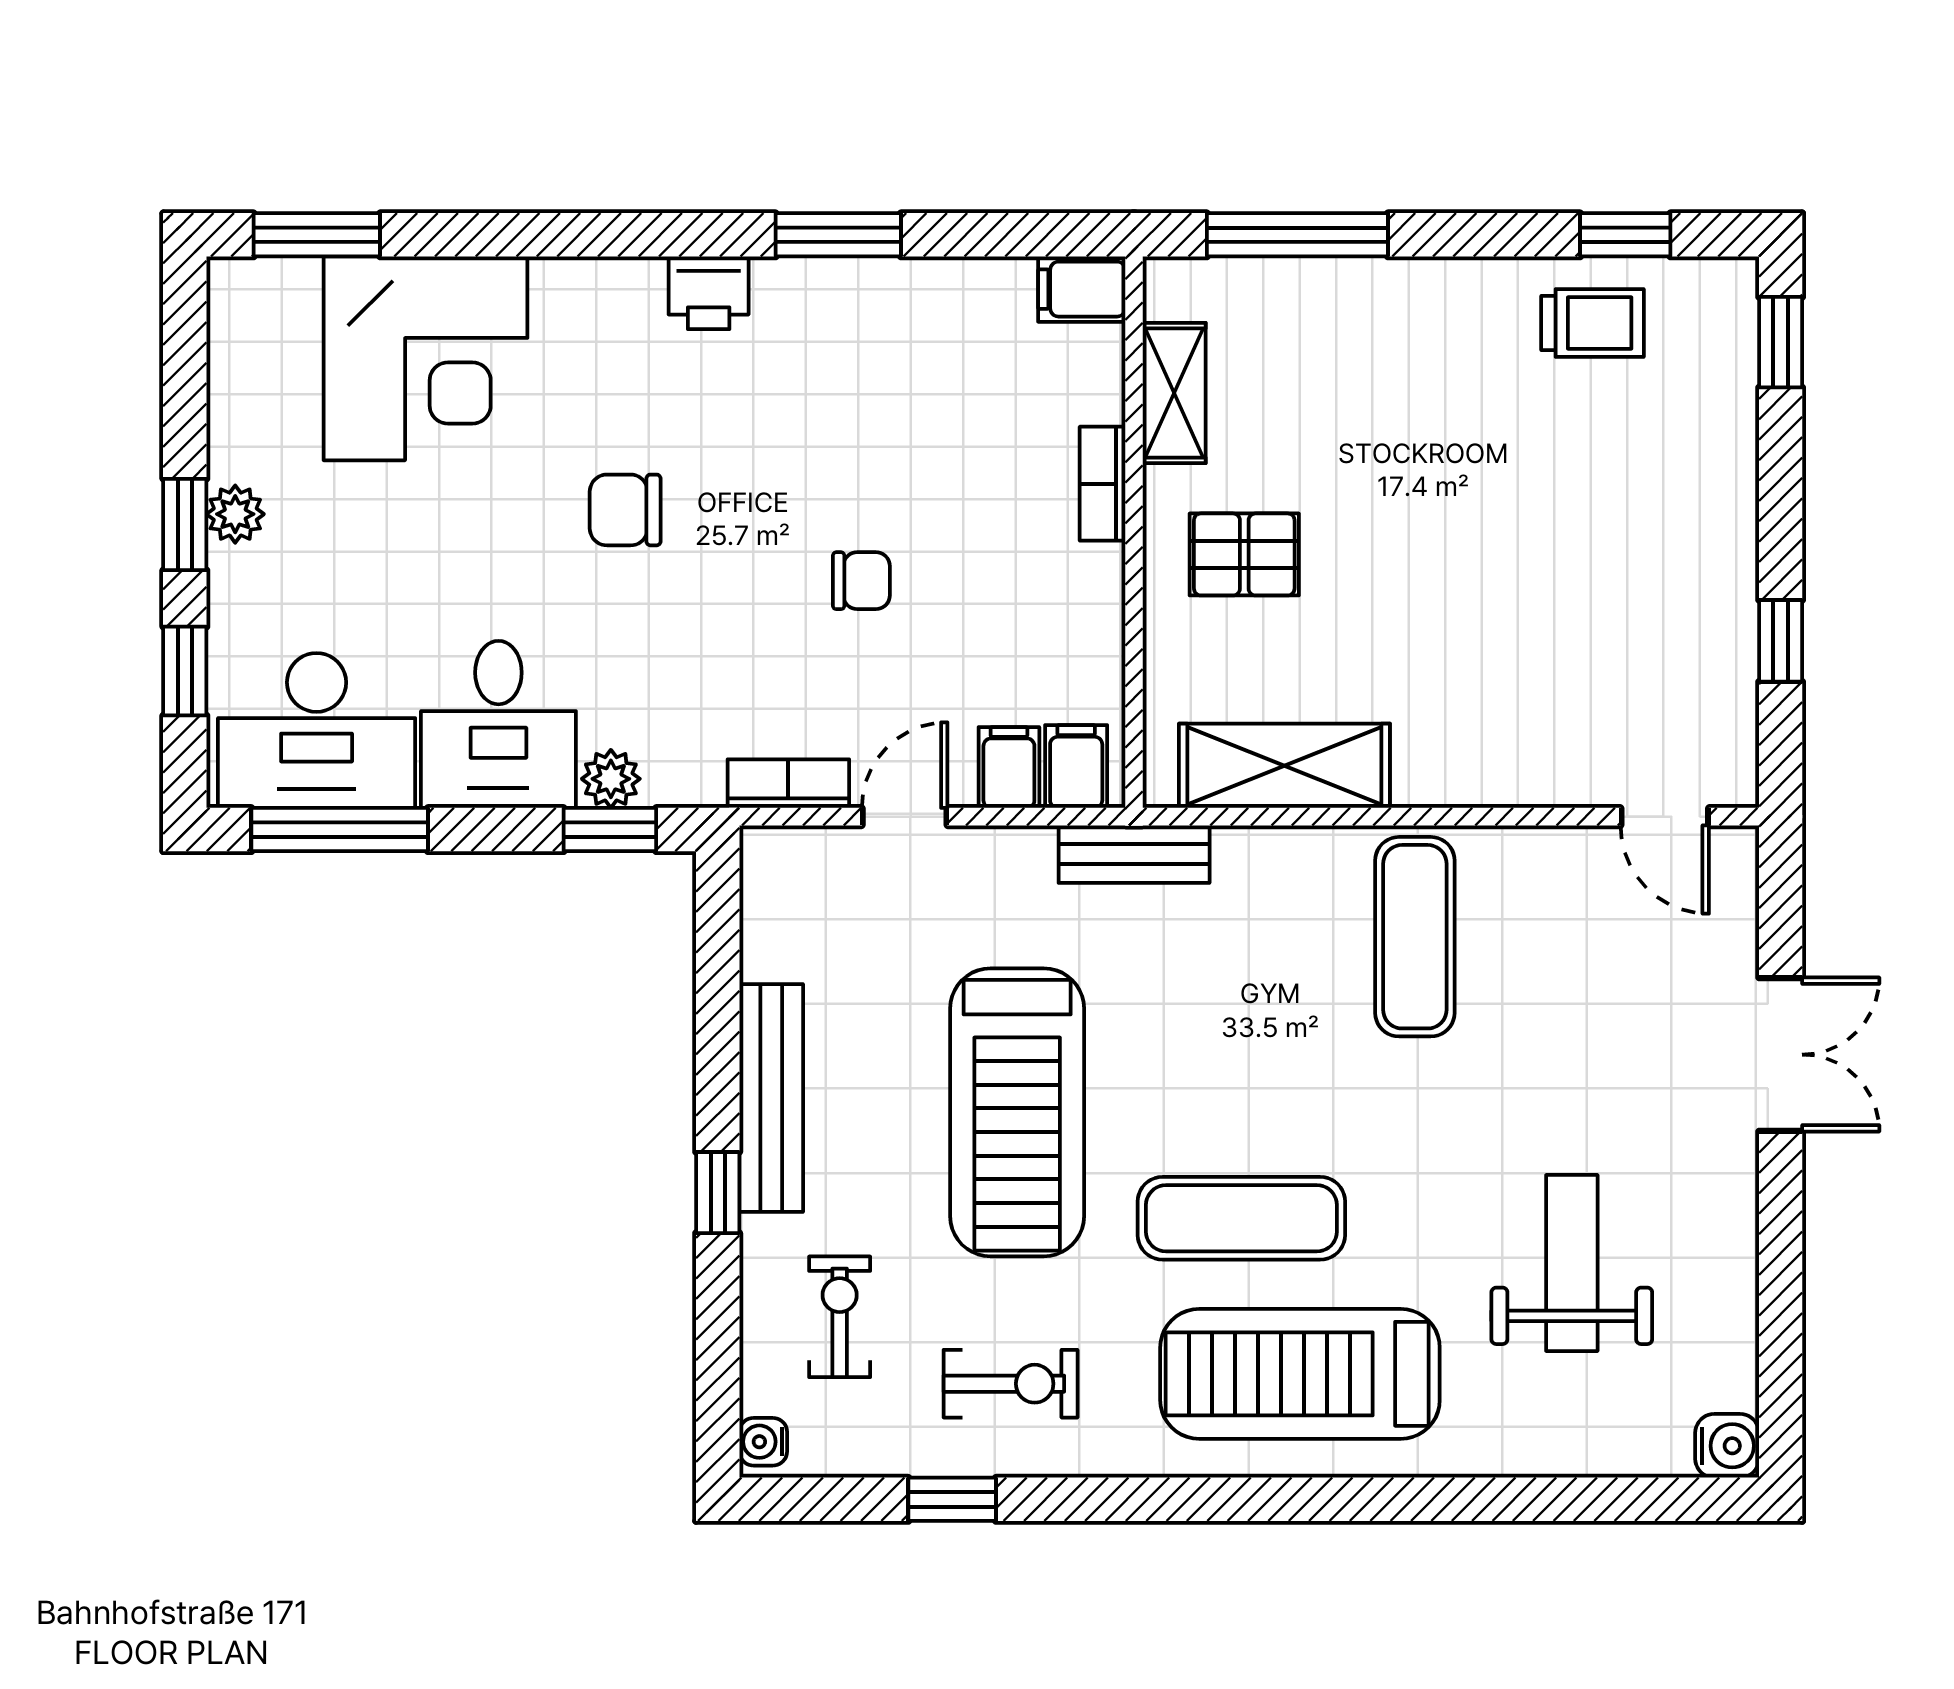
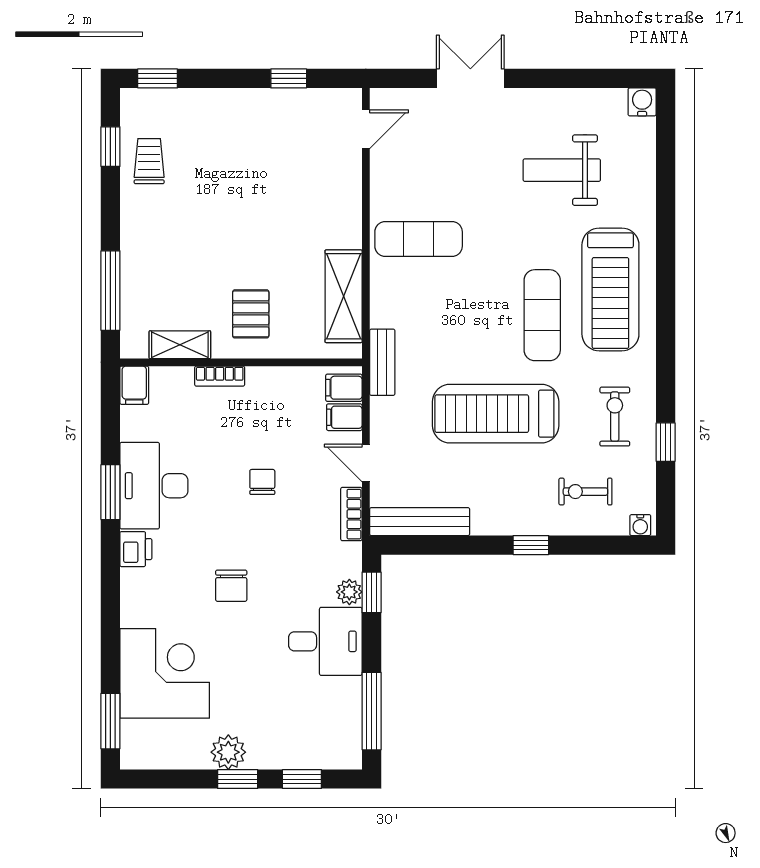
plant: (235, 514) -> (228, 752), width x1.38, depth x1.38
desk: (317, 731) -> (154, 486), moved, turned 180
bench: (771, 1098) -> (420, 522), moved
treadmill: (1017, 1112) -> (496, 414), turned 180

